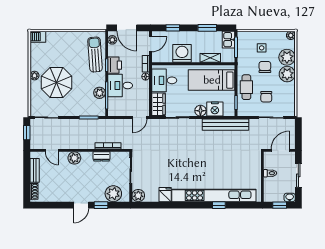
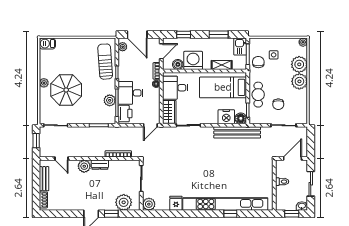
boiler: (167, 57) -> (178, 64), added
printer: (115, 65) -> (125, 114), moved
chair: (265, 67) -> (258, 62), moved
floor lamp: (200, 111) -> (241, 118), moved
dresser: (101, 156) -> (100, 165), moved

